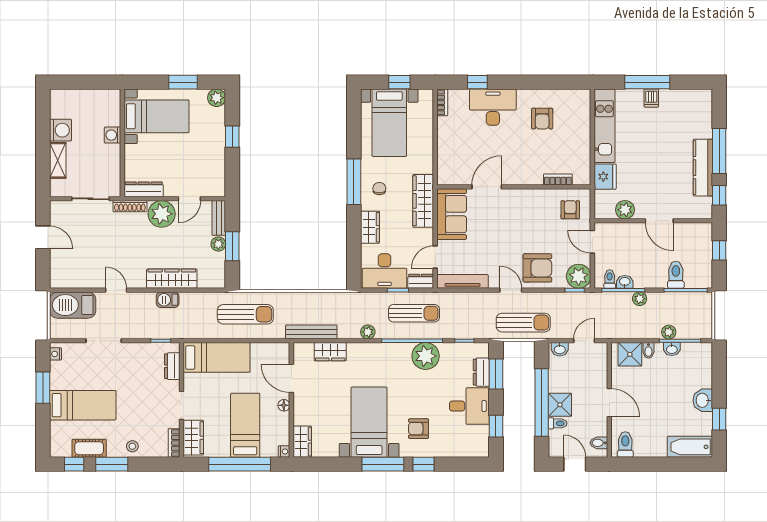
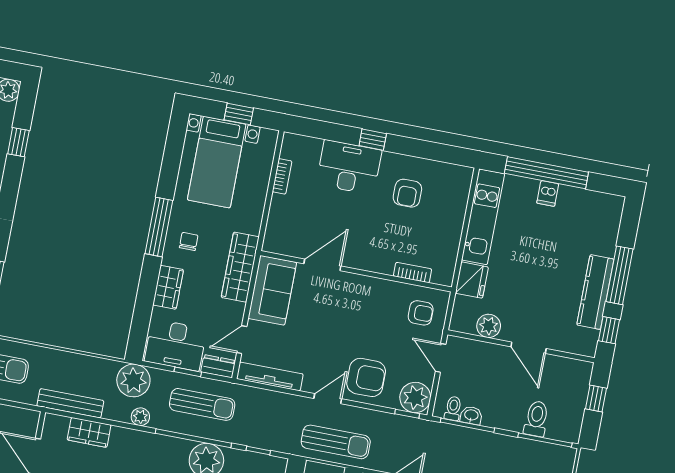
window: (477, 82) -> (373, 140), moved
window: (647, 82) -> (546, 173), width x1.46
bookcase: (442, 102) -> (282, 176), moved
armchair: (570, 210) -> (421, 313), turned 90
door: (511, 290) -> (328, 399), hinge flipped
plant: (640, 299) -> (133, 380), moved, width x1.87, depth x1.87

